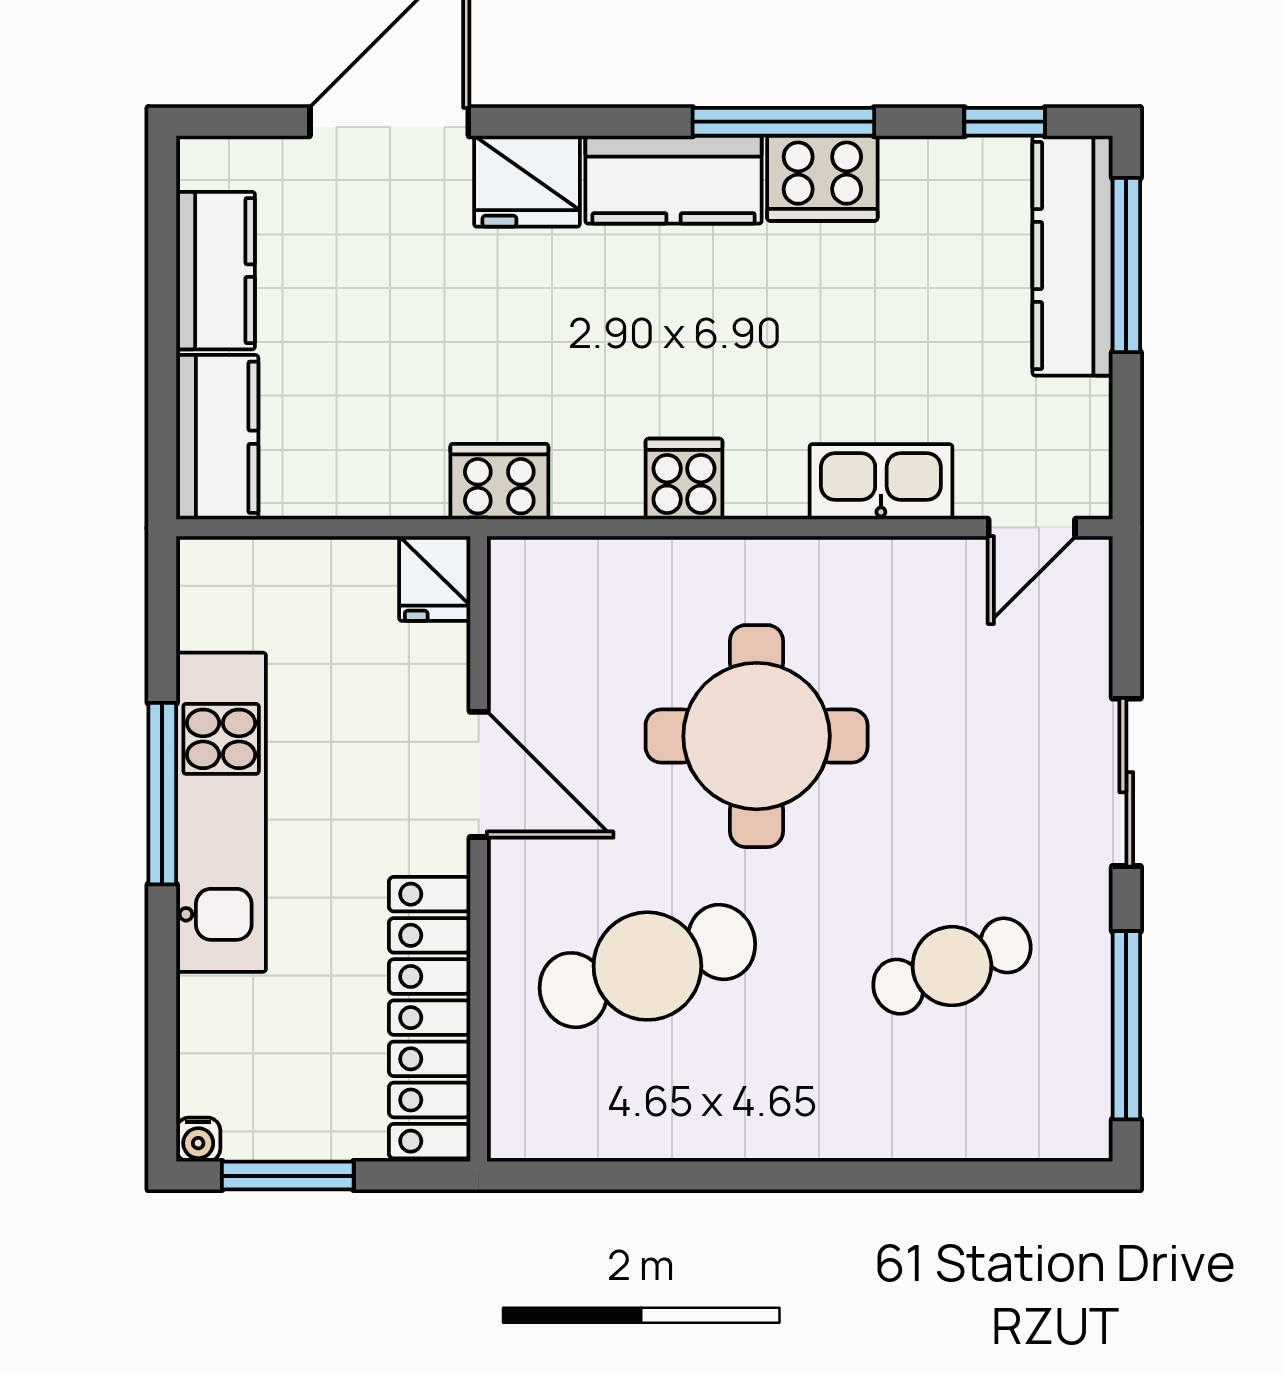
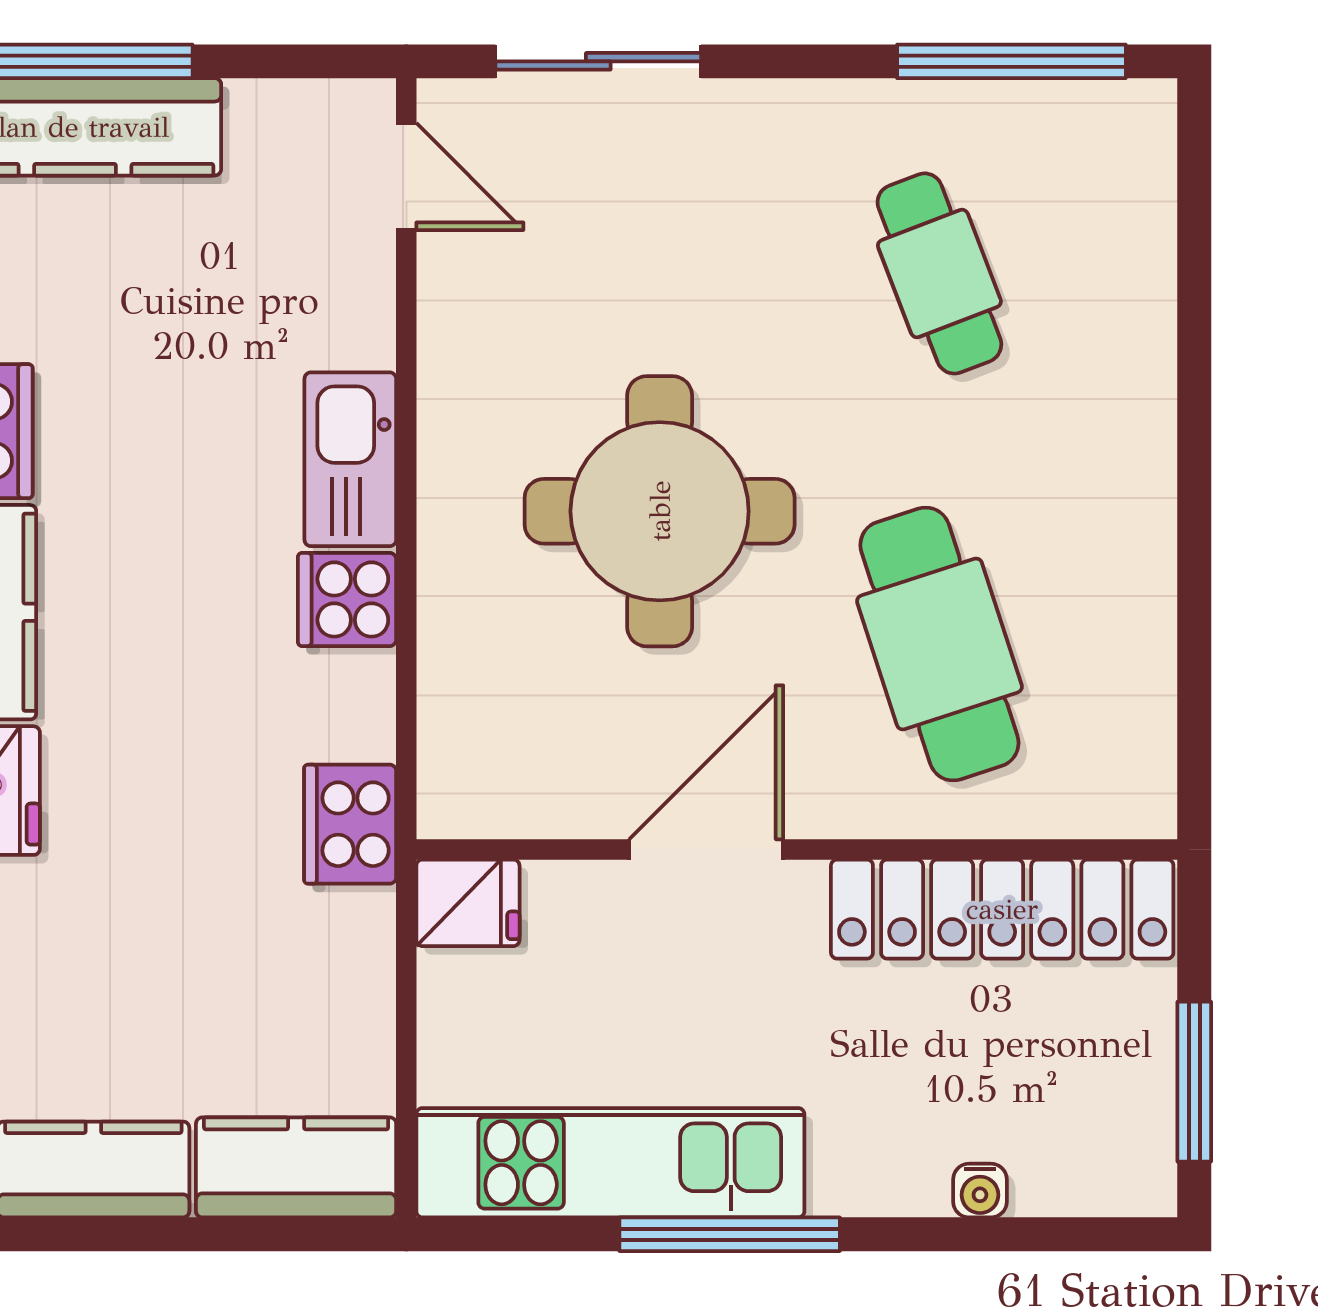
kitchen sink: (881, 482) -> (350, 459), moved
sliding door: (1126, 782) -> (598, 61), moved
kitchen unit: (221, 812) -> (610, 1163), moved
water cooler: (198, 1140) -> (980, 1191), moved, turned 90

